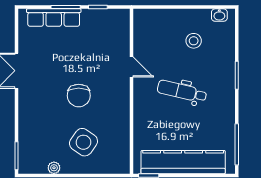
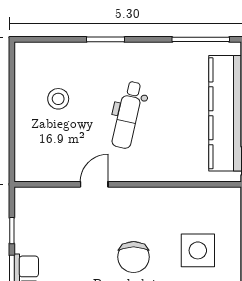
washbasin: (219, 15) -> (23, 63), removed
chair: (79, 96) -> (134, 257), turned 90
side table: (83, 142) -> (198, 250), turned -35

